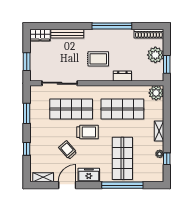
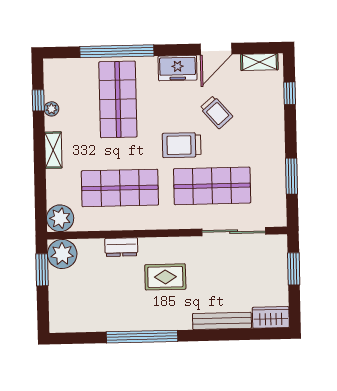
shoe rack: (149, 34) -> (75, 324), removed
plant: (155, 55) -> (62, 254), moved
window: (27, 149) -> (290, 93), moved

